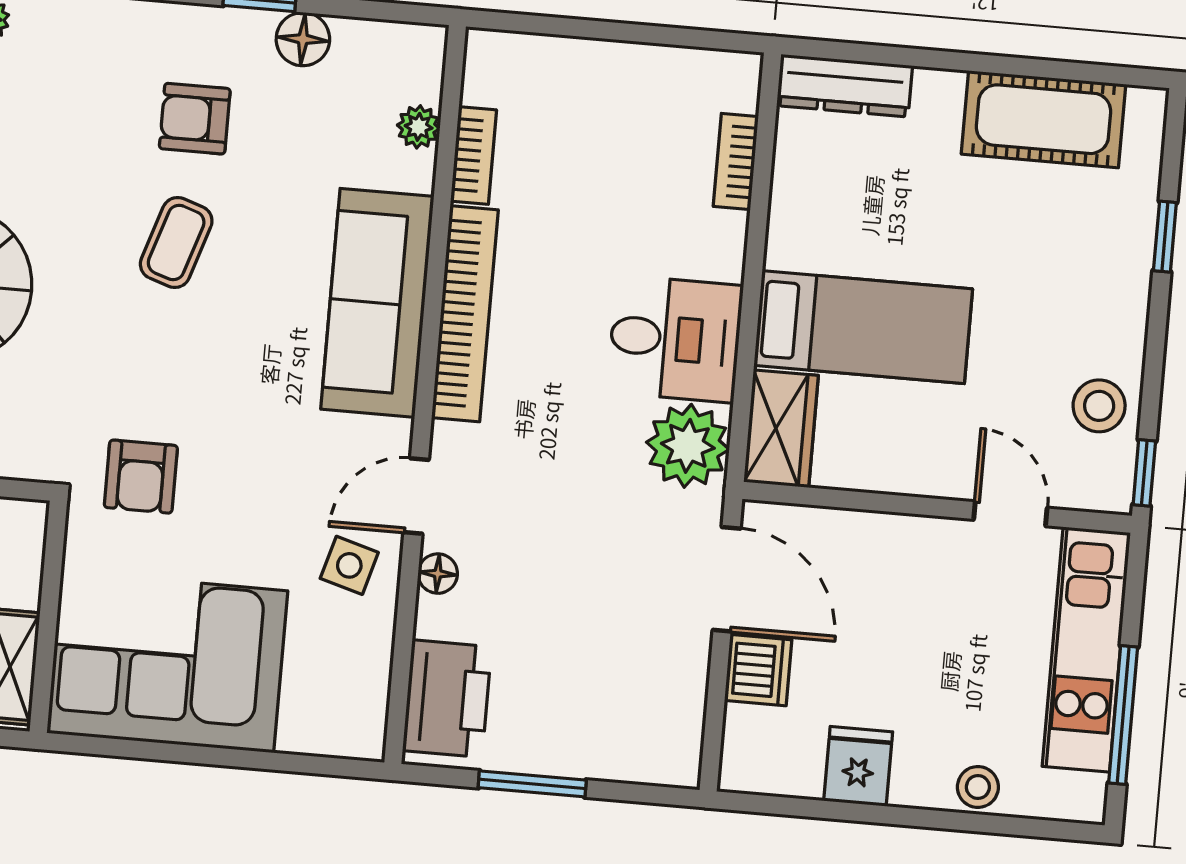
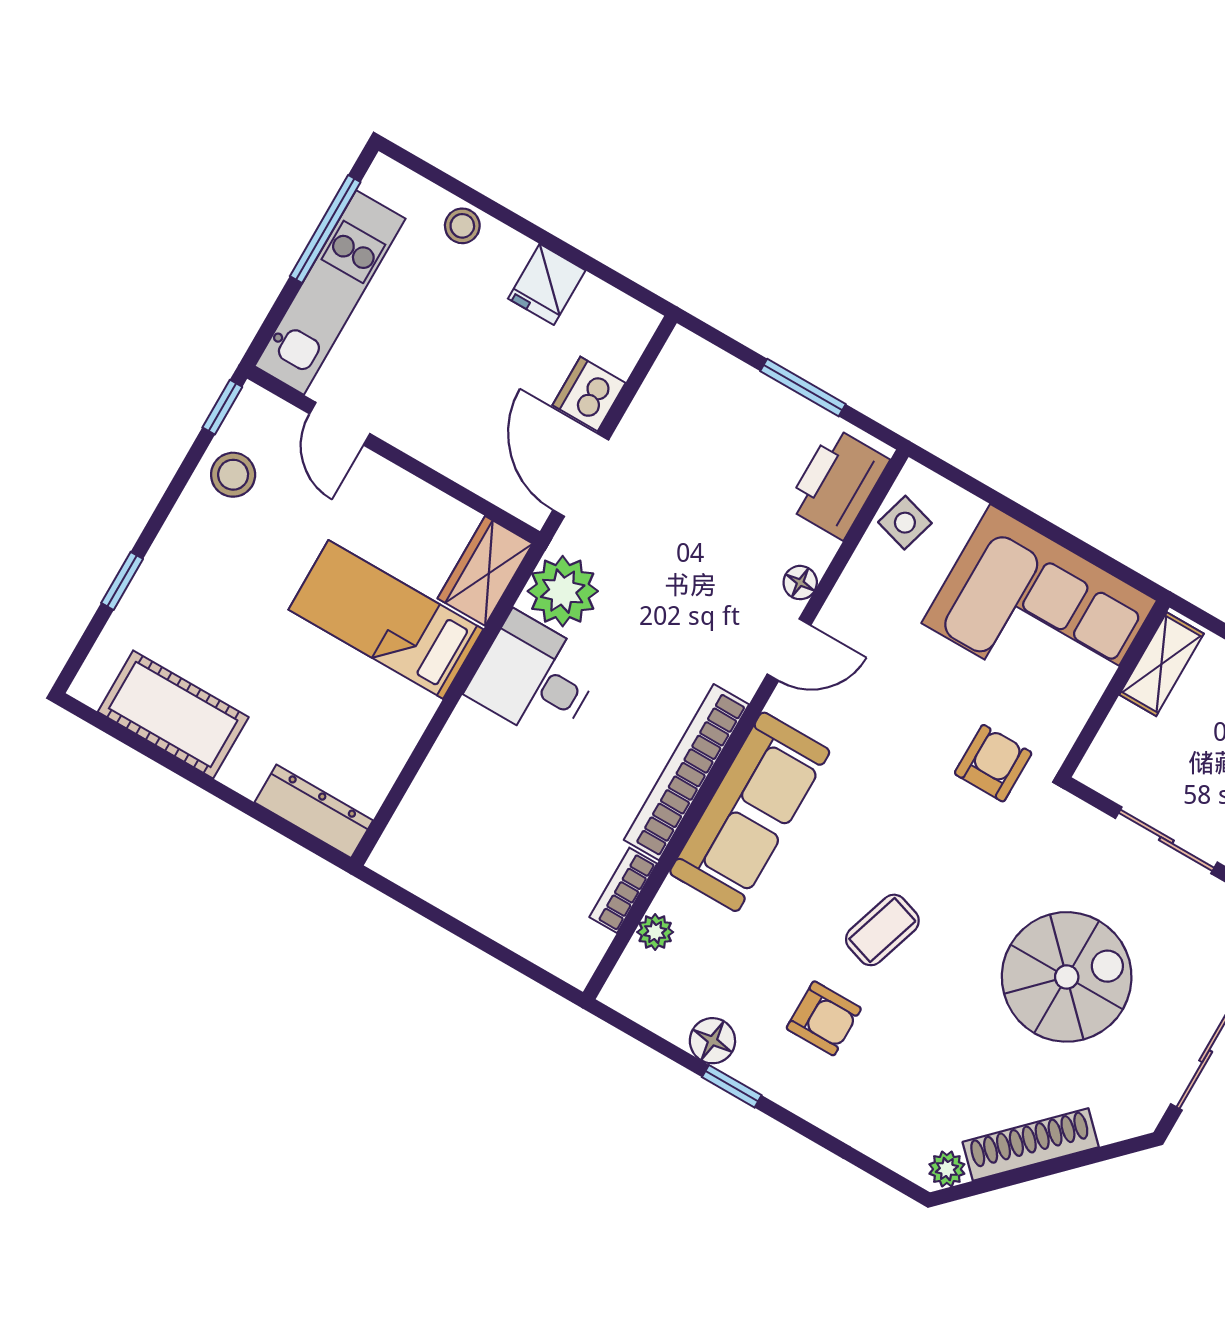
bookcase: (736, 161) -> (424, 792), removed
side table: (349, 565) -> (905, 523), moved

